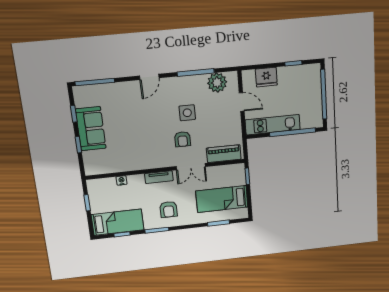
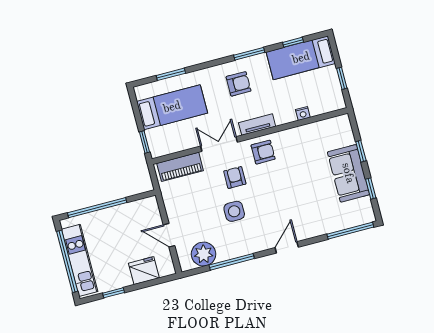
kitchen unit: (273, 125) -> (80, 260), moved, turned -90
armchair: (157, 155) -> (263, 152), added
armchair: (169, 209) -> (238, 84), turned 90

